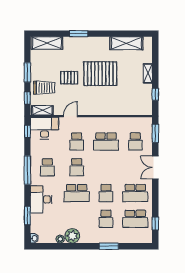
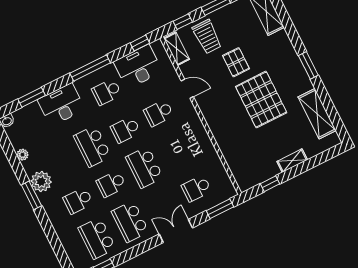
window: (79, 34) -> (308, 65), moved
desk: (44, 128) -> (138, 67), moved, turned -90
school desk: (106, 141) -> (144, 167), moved
plant: (72, 236) -> (41, 182), moved
window: (109, 246) -> (31, 195), moved

